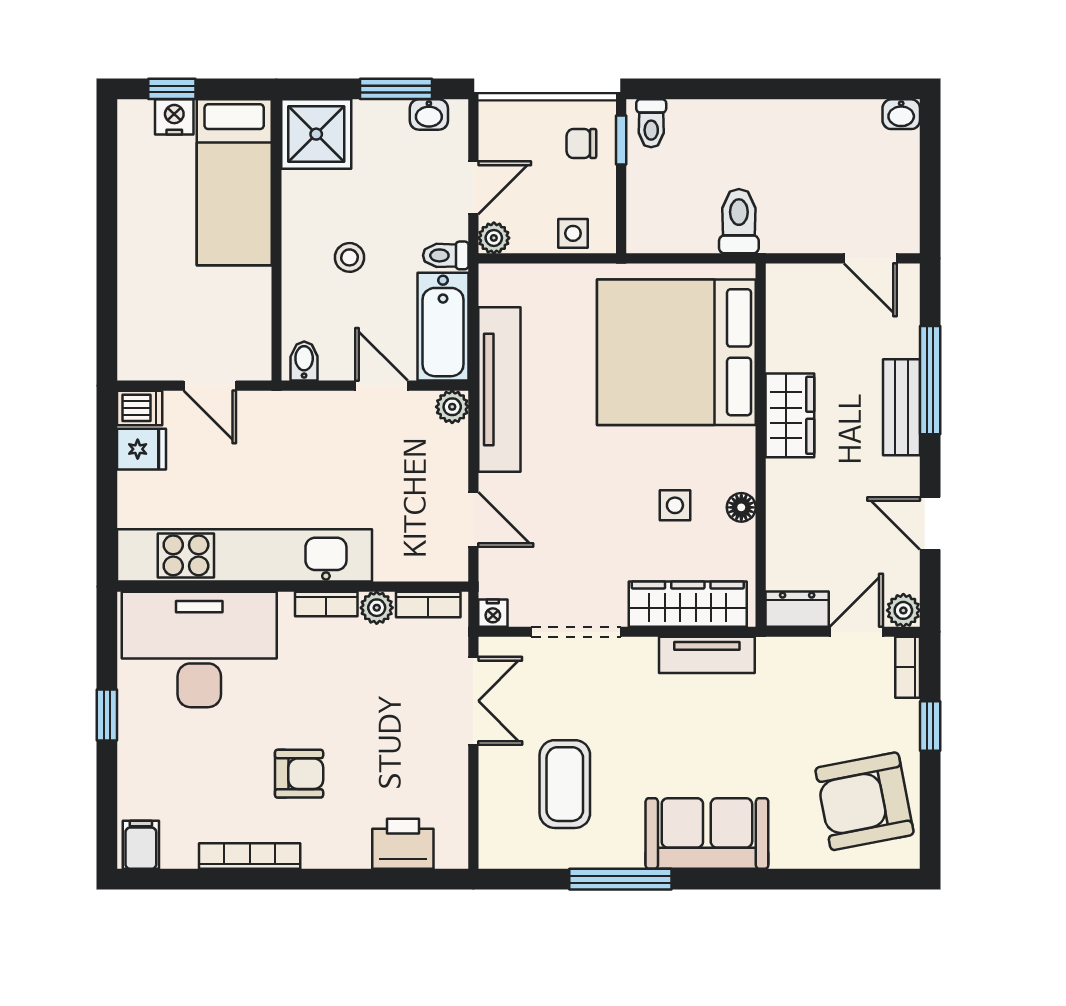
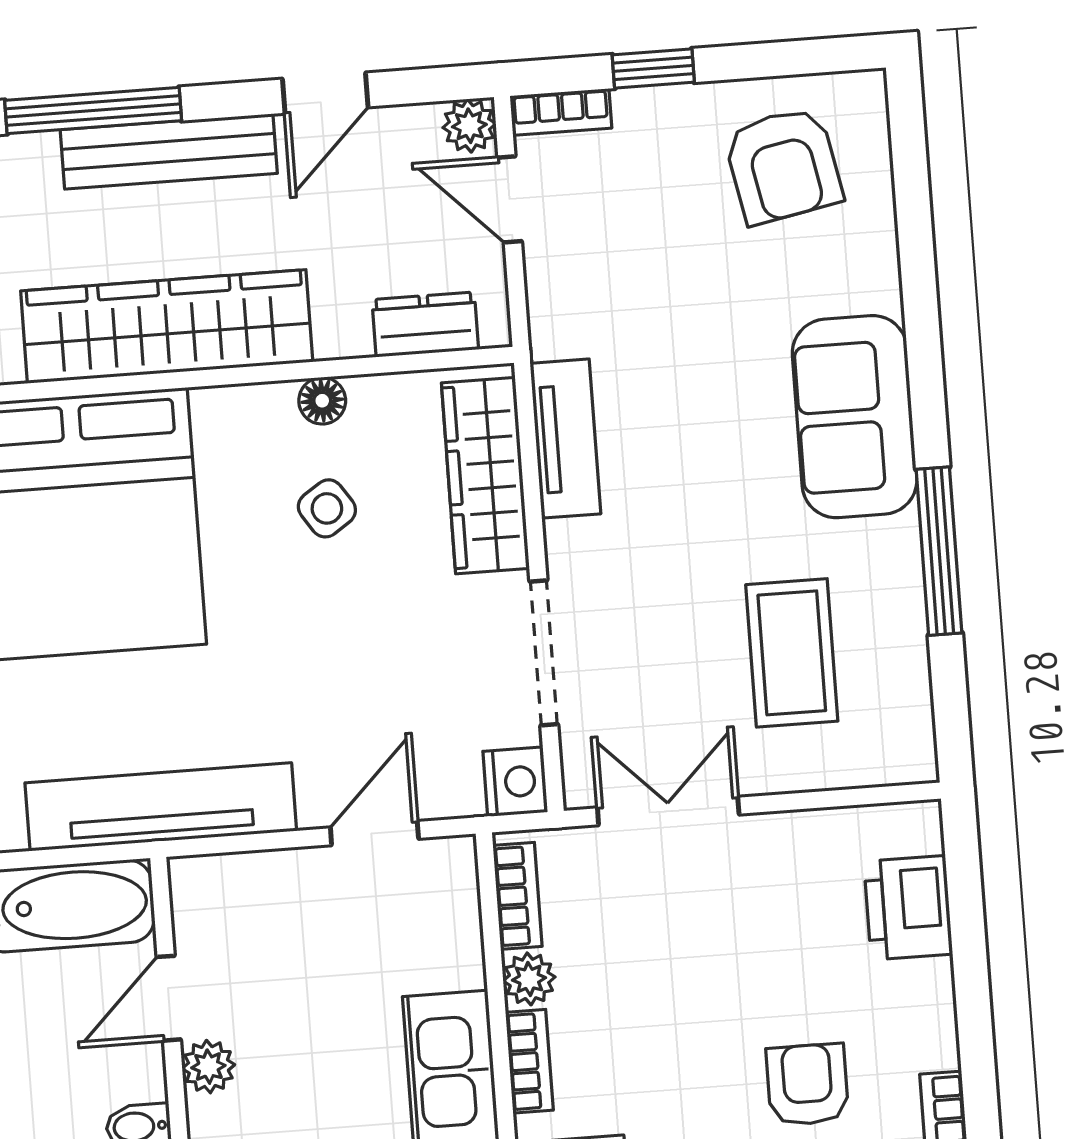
plant: (452, 407) -> (208, 1067), moved
bench: (901, 407) -> (169, 151), width x1.36
wardrobe: (790, 415) -> (167, 326), width x2.10, depth x1.17
side table: (675, 505) -> (327, 508), turned -34
dresser: (797, 609) -> (425, 325), moved, turned 90
nightstand: (493, 613) -> (515, 782), width x1.39, depth x1.35
coffee table: (565, 784) -> (792, 653), turned 90
armchair: (865, 801) -> (783, 165), width x0.73, depth x0.73

